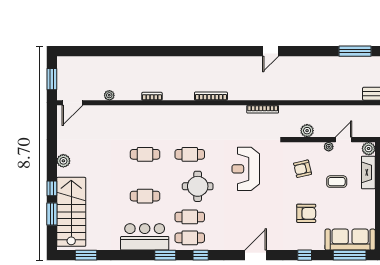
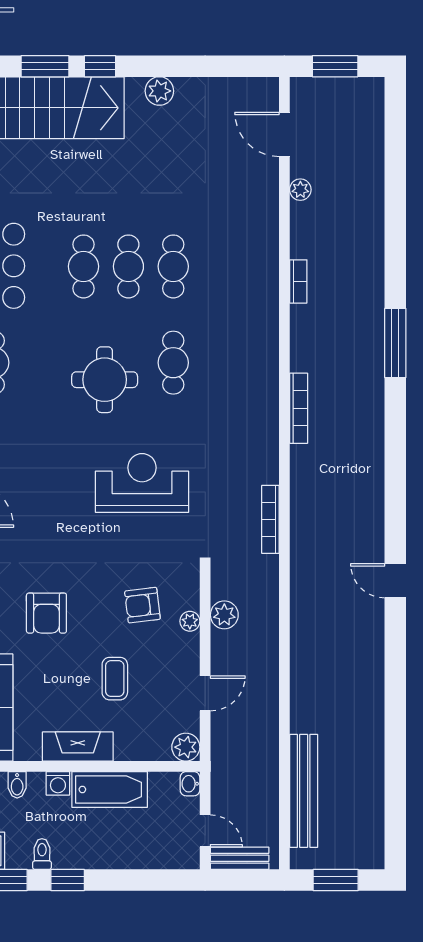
door: (271, 51) -> (395, 581), moved
window: (355, 51) -> (395, 343), moved
door: (72, 103) -> (284, 134), moved
door: (344, 140) -> (205, 693), hinge flipped
plant: (329, 147) -> (190, 621), moved
armchair: (303, 169) -> (142, 605), turned -84
fireplace: (368, 172) -> (78, 747), moved
cafe table: (190, 217) -> (128, 266), moved

